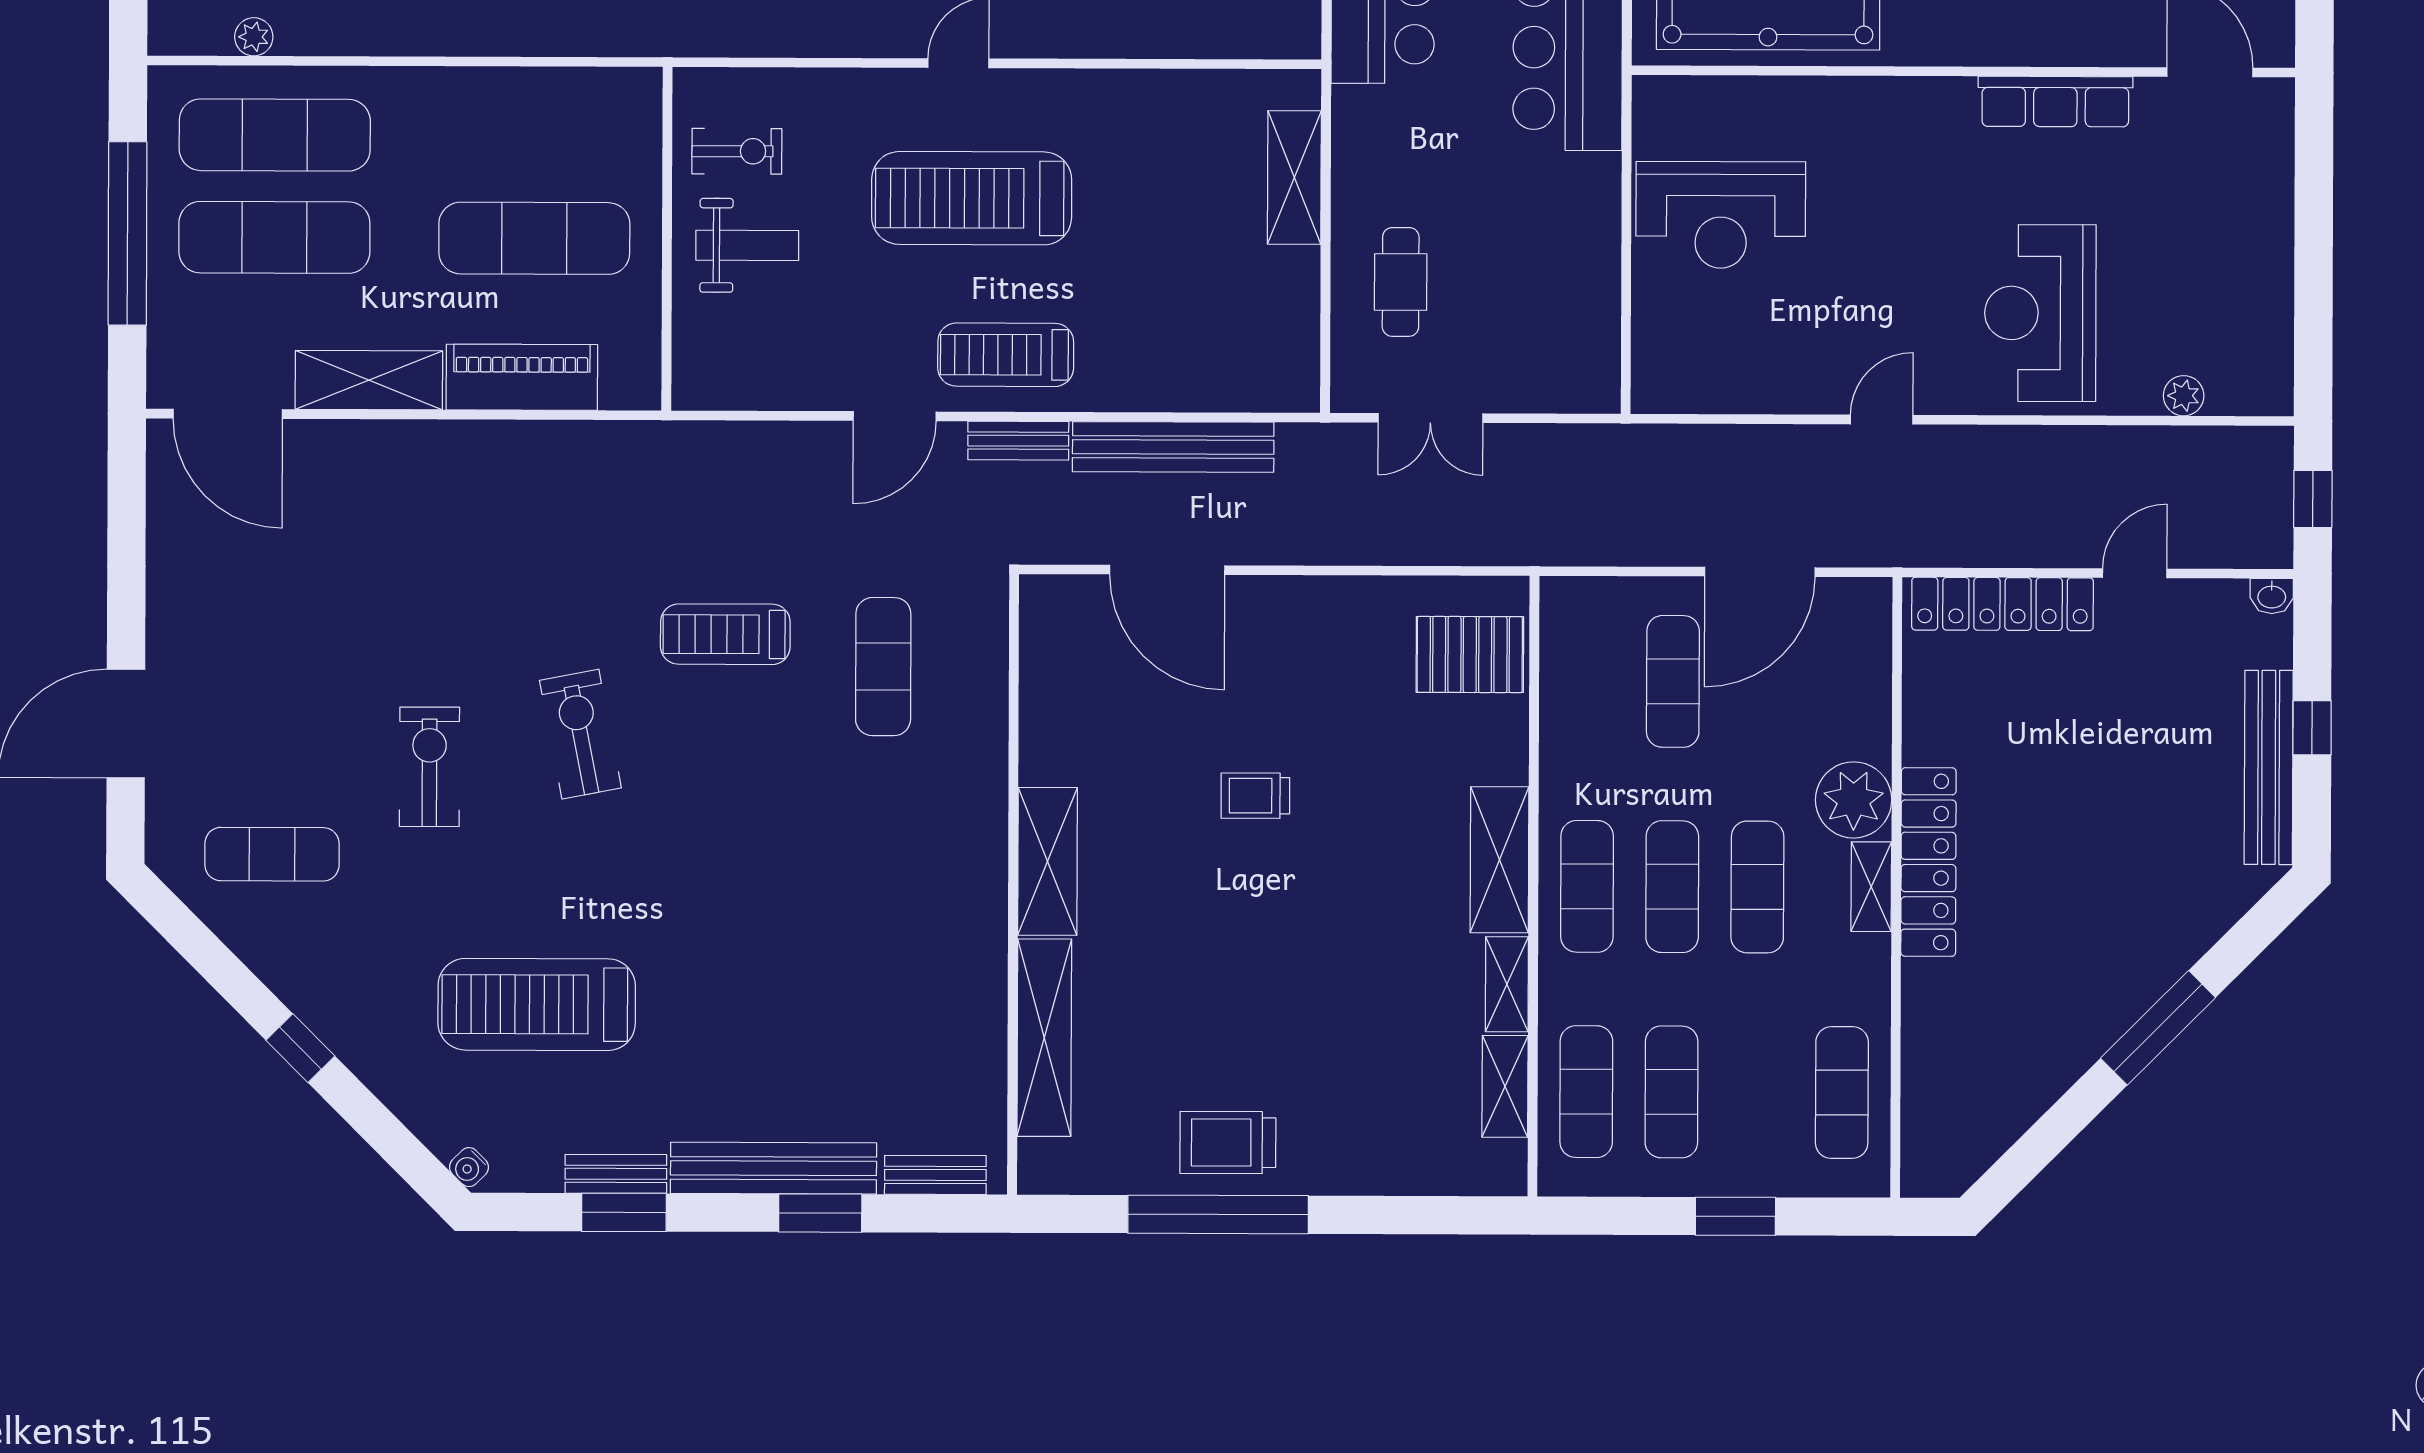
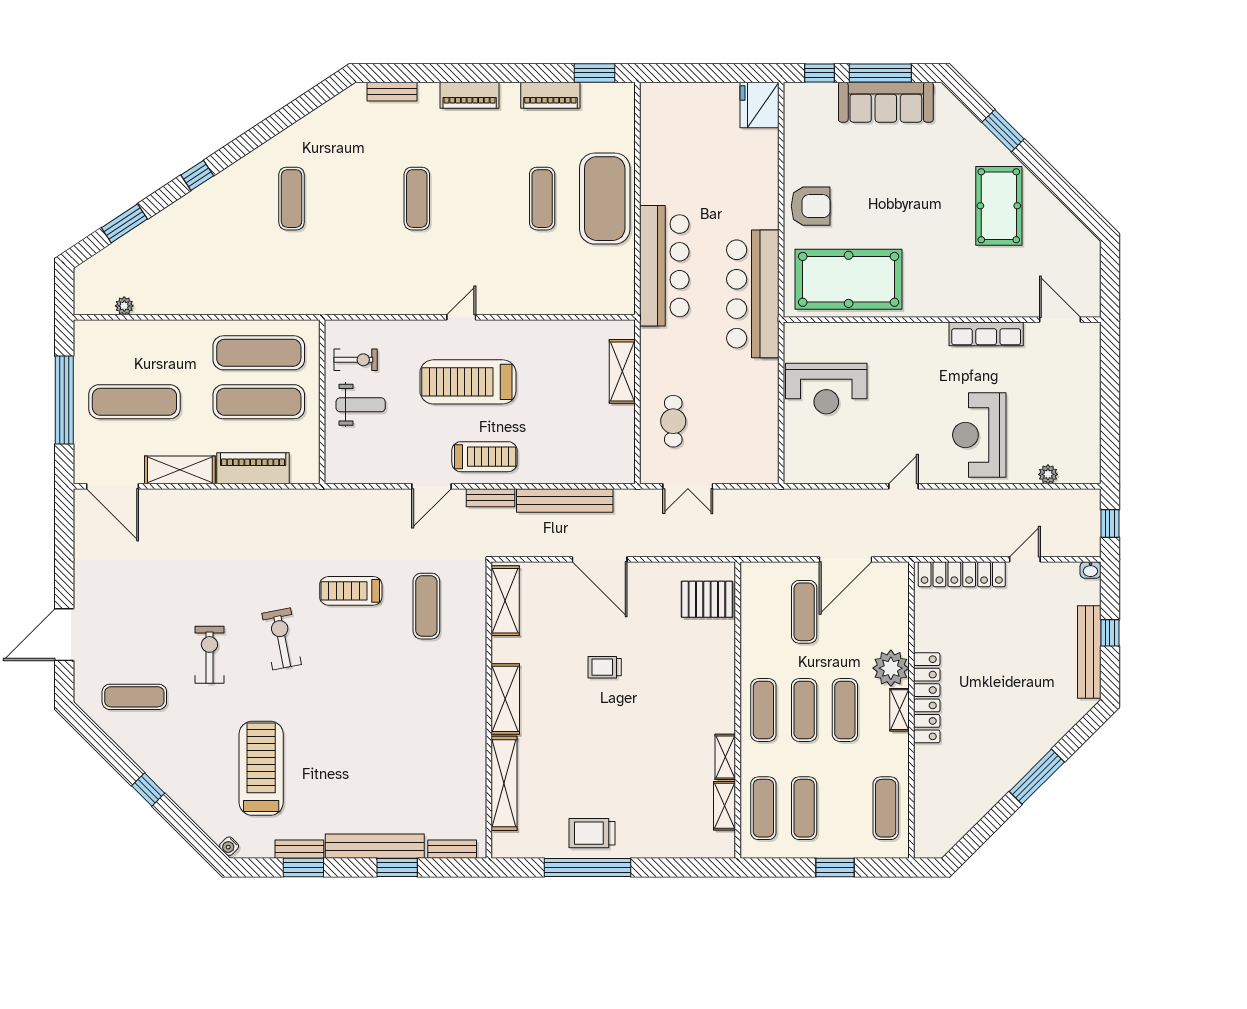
exercise mat: (275, 135) -> (259, 353), moved
treadmill: (1006, 355) -> (484, 457), turned 180
door: (1167, 570) -> (600, 559), moved
shelving: (1499, 860) -> (505, 601), moved
treadmill: (537, 1004) -> (261, 768), turned 90

